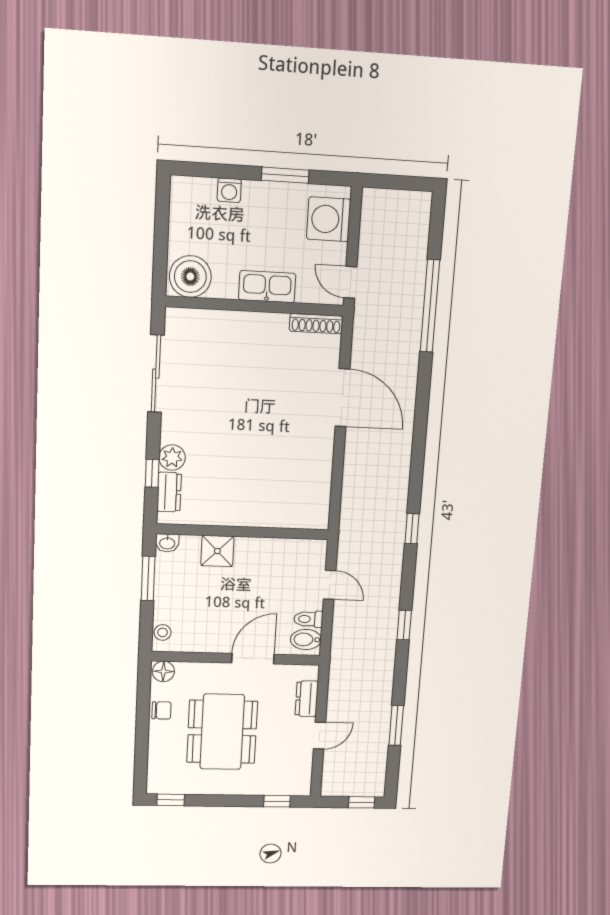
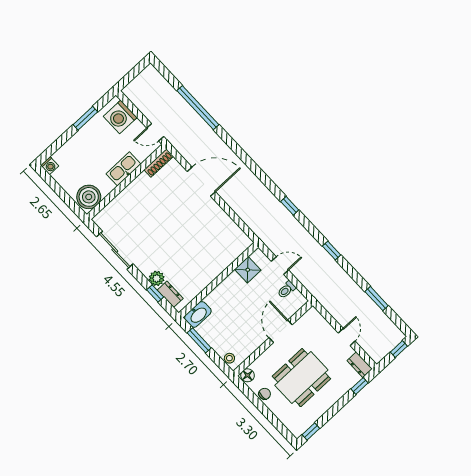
washing machine: (229, 190) -> (50, 166), moved
washbasin: (167, 543) -> (198, 314), width x1.91, depth x1.45
shower: (217, 551) -> (248, 270), moved
bidet: (306, 640) -> (295, 300), removed
dresser: (307, 699) -> (360, 365), moved
dining table: (222, 732) -> (301, 378), turned 90

